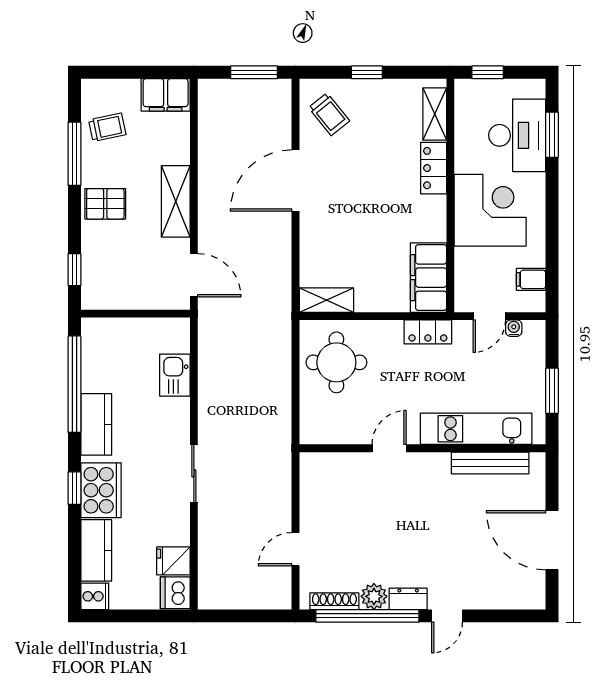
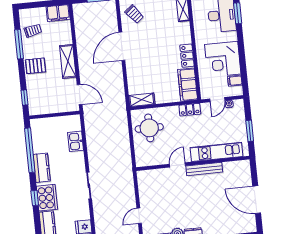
locker: (434, 168) -> (187, 56), moved
corner desk: (490, 210) -> (223, 59), moved, turned 180
bench: (490, 463) -> (204, 169), moved

